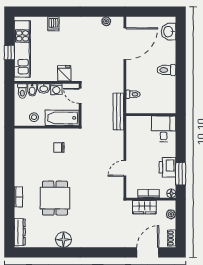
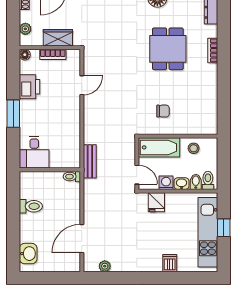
door: (125, 44) -> (82, 239), width x0.73
bench: (118, 112) -> (90, 161), width x0.73
wall: (151, 115) -> (50, 170), moved
desk: (164, 129) -> (34, 152), moved
window: (181, 174) -> (13, 114), moved

